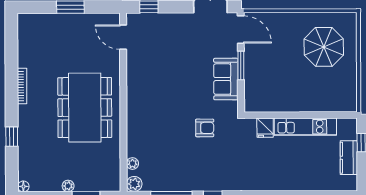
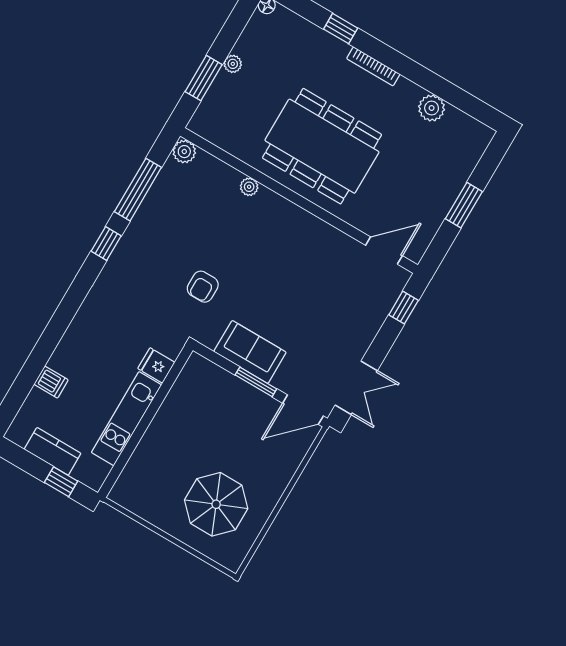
plant: (26, 58) -> (432, 108), added
bookcase: (22, 86) -> (373, 66), moved
plant: (132, 164) -> (249, 187), moved
dishwasher: (310, 182) -> (51, 382), added

